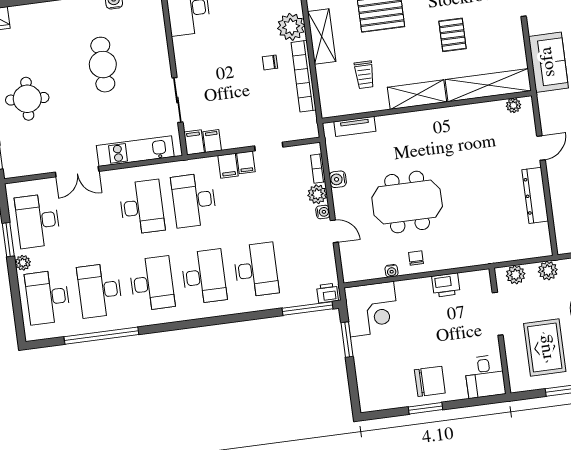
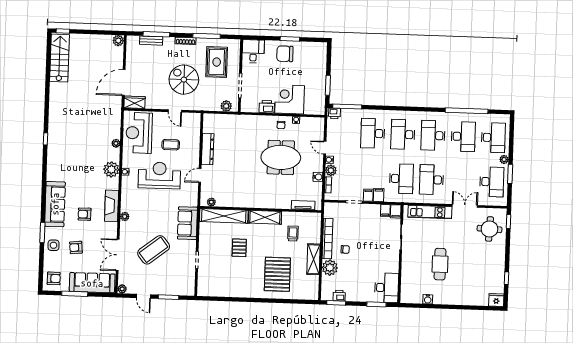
round table: (27, 99) -> (489, 229), moved
plant: (548, 271) -> (208, 105), removed
corner desk: (372, 309) -> (290, 99), moved

